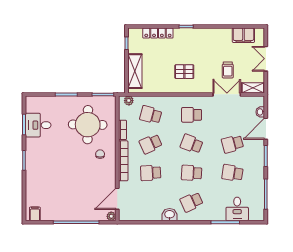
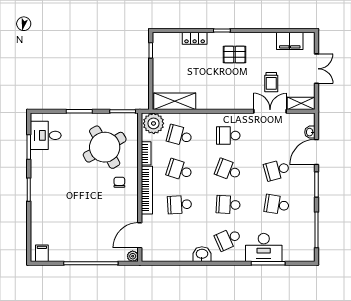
locker: (158, 33) -> (195, 38), width x0.66
double door: (266, 59) -> (317, 69), swing flipped
shelving: (135, 71) -> (175, 101), moved, turned 90
pallet: (184, 72) -> (235, 55), moved
plant: (129, 101) -> (154, 123), width x1.88, depth x1.88
desk: (38, 125) -> (46, 135), moved
round table: (88, 125) -> (105, 147), turned -31
school desk: (151, 144) -> (180, 170), turned 42
desk: (237, 209) -> (264, 247), moved, width x1.37

